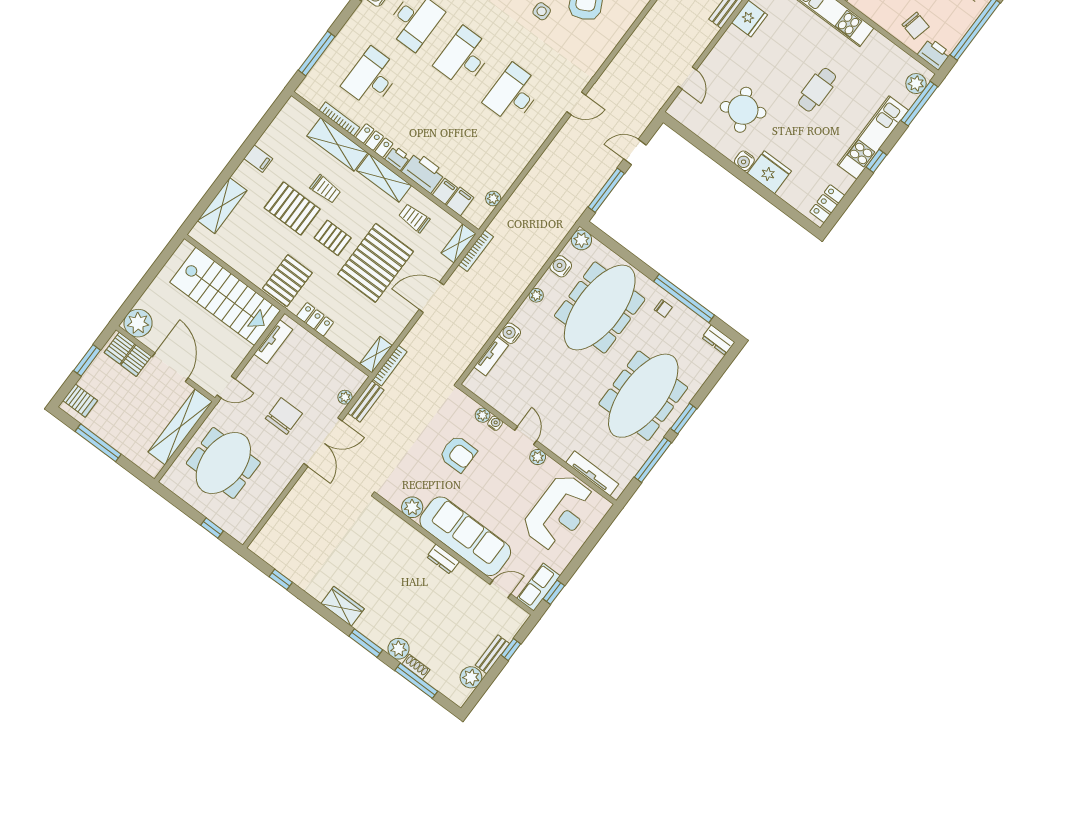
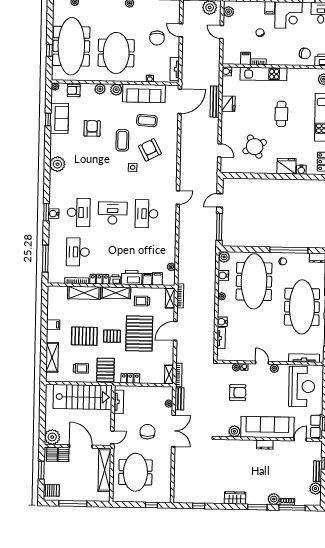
desk: (464, 57) -> (113, 213), turned 90
water cooler: (744, 161) -> (301, 170), moved
trolley: (325, 189) -> (81, 368), moved

